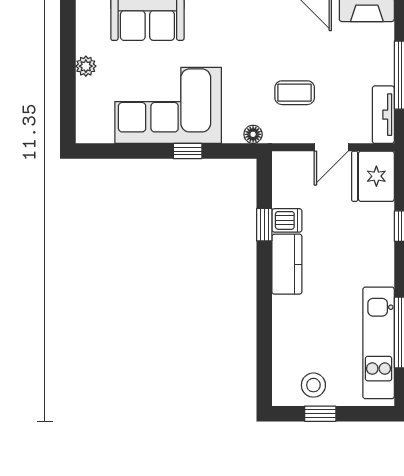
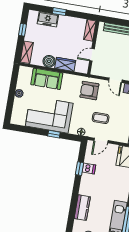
armchair: (256, 30) -> (89, 91), added
door: (331, 147) -> (101, 141), moved
kitchen counter: (287, 264) -> (82, 208), moved

